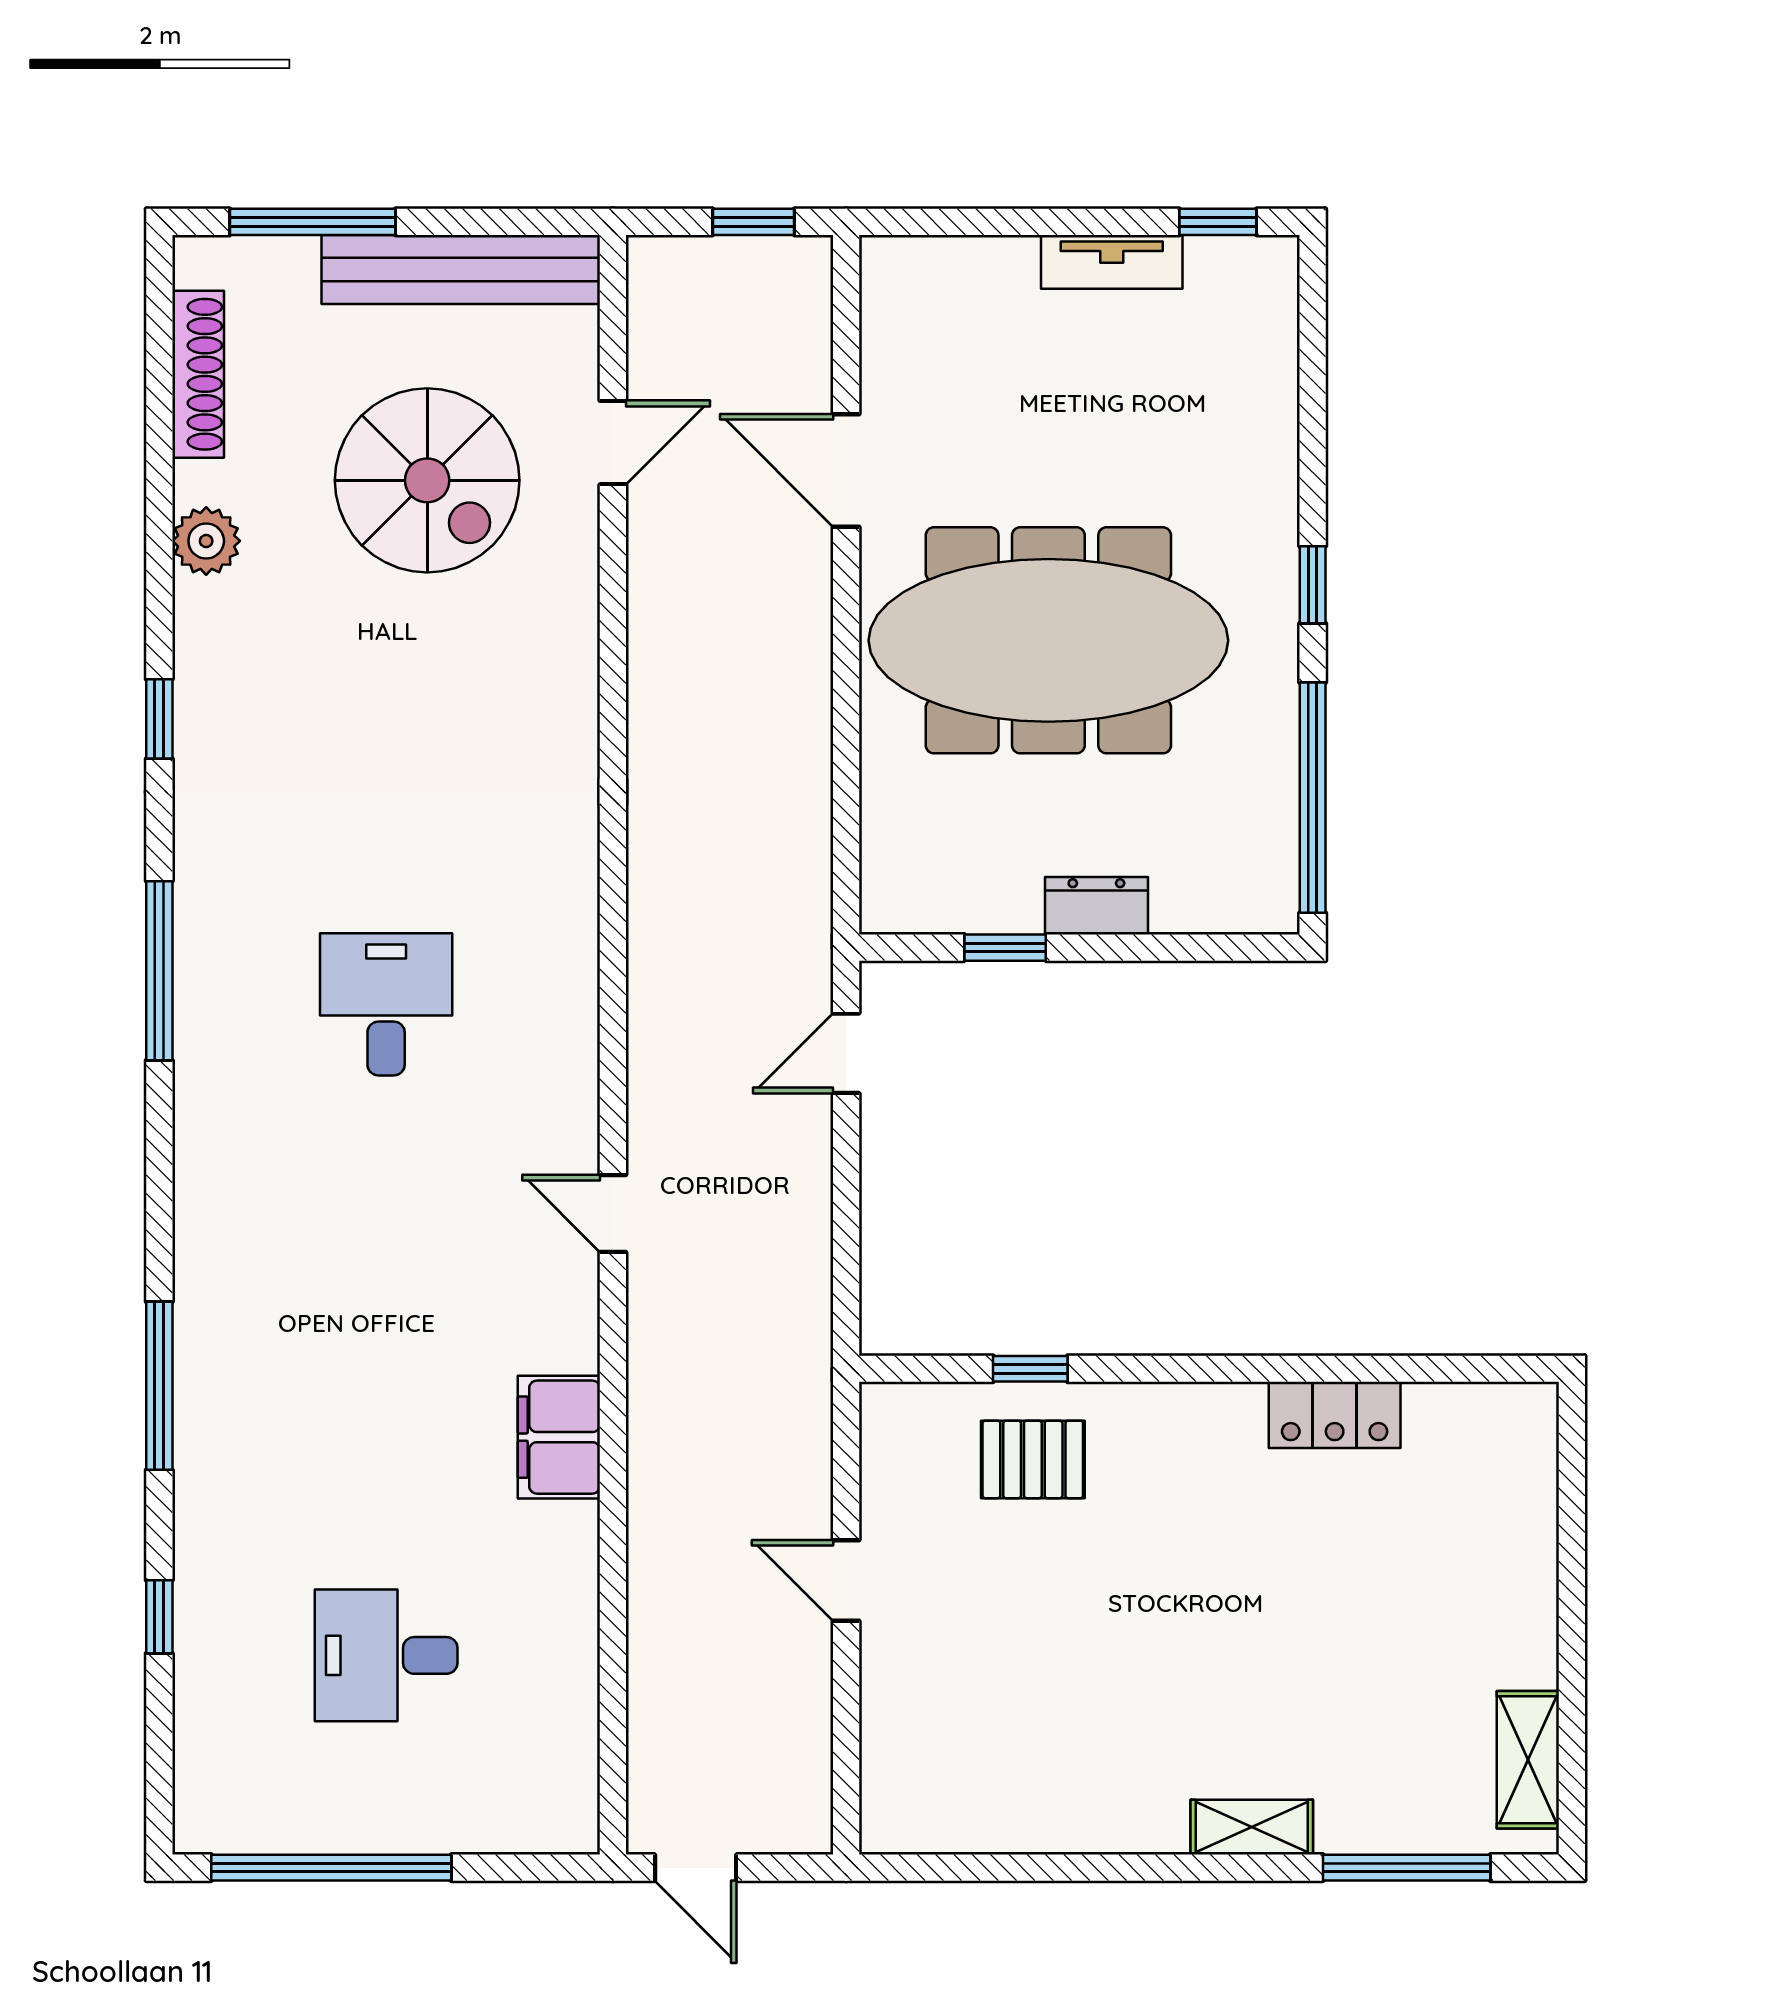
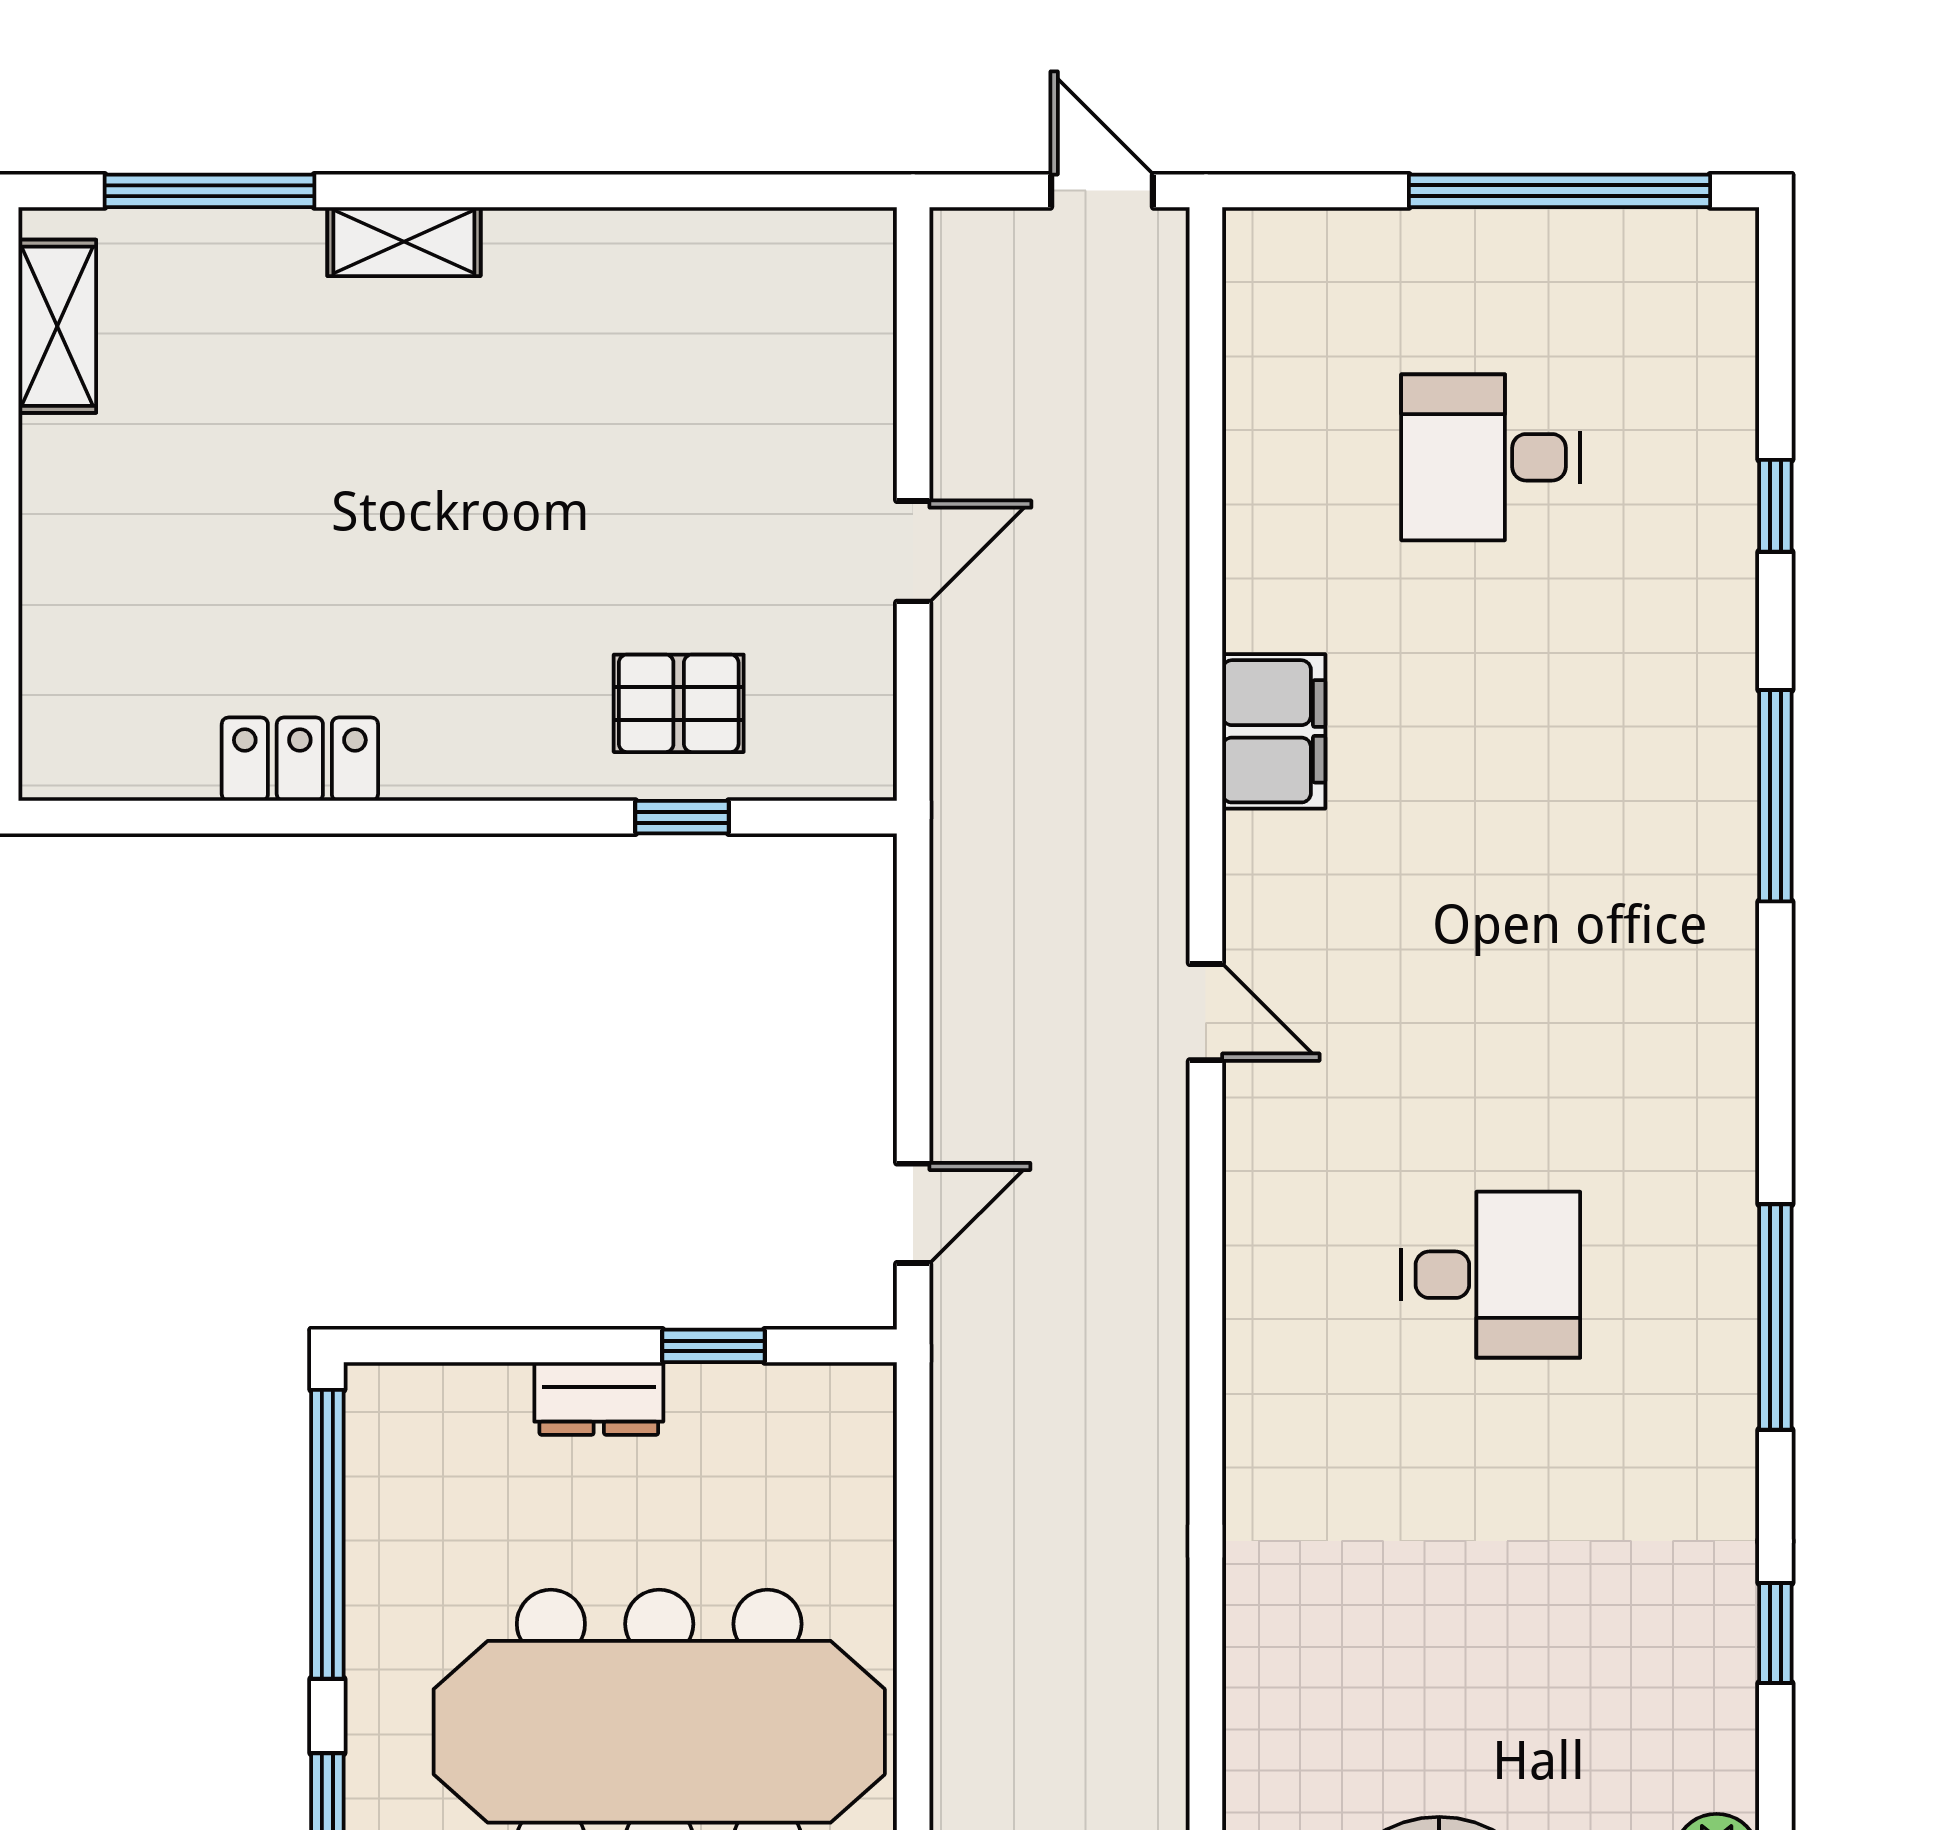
desk: (386, 1004) -> (1491, 1275), turned -90
door: (846, 1580) -> (913, 551), hinge flipped
desk: (386, 1655) -> (1491, 457), turned 180

